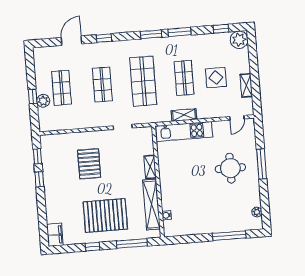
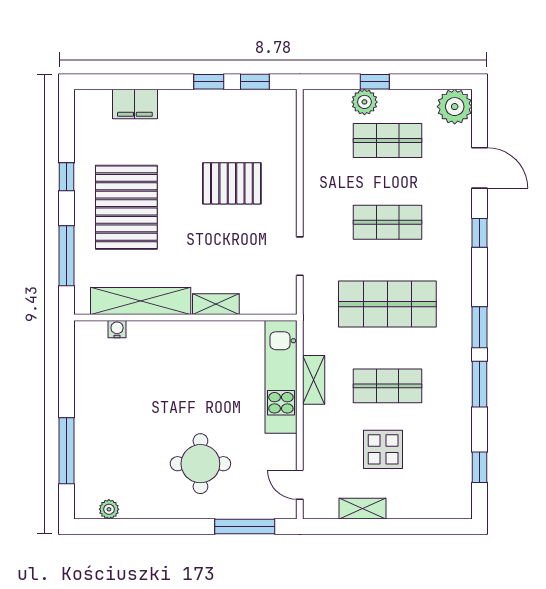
plant: (239, 40) -> (455, 107), moved
window: (262, 164) -> (245, 526), moved
filing cabinet: (55, 235) -> (135, 104), moved

